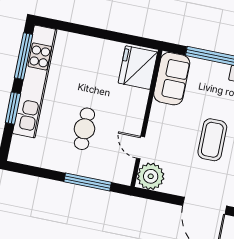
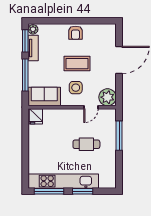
fridge: (138, 68) -> (36, 116), width x0.53, depth x0.75
side table: (175, 130) -> (76, 88), added

